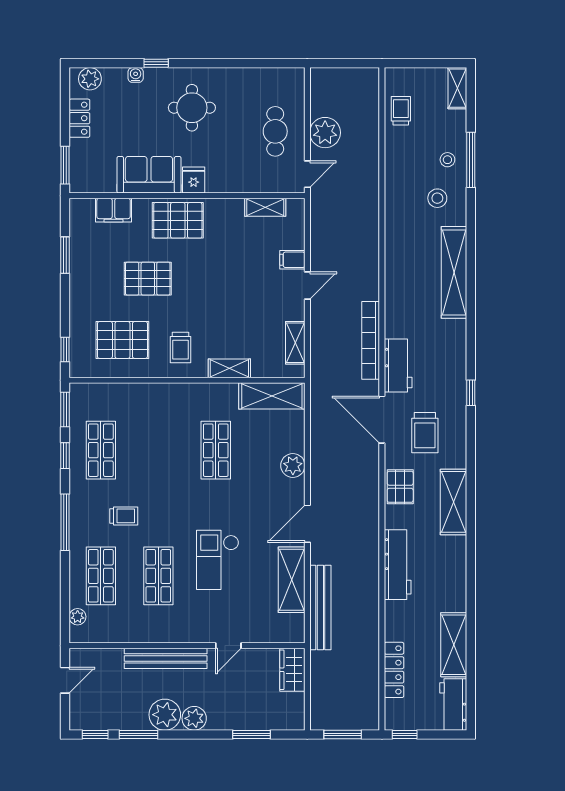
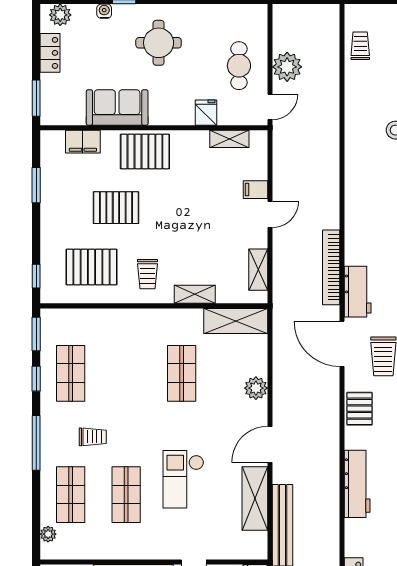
fridge: (194, 180) -> (206, 113), moved

